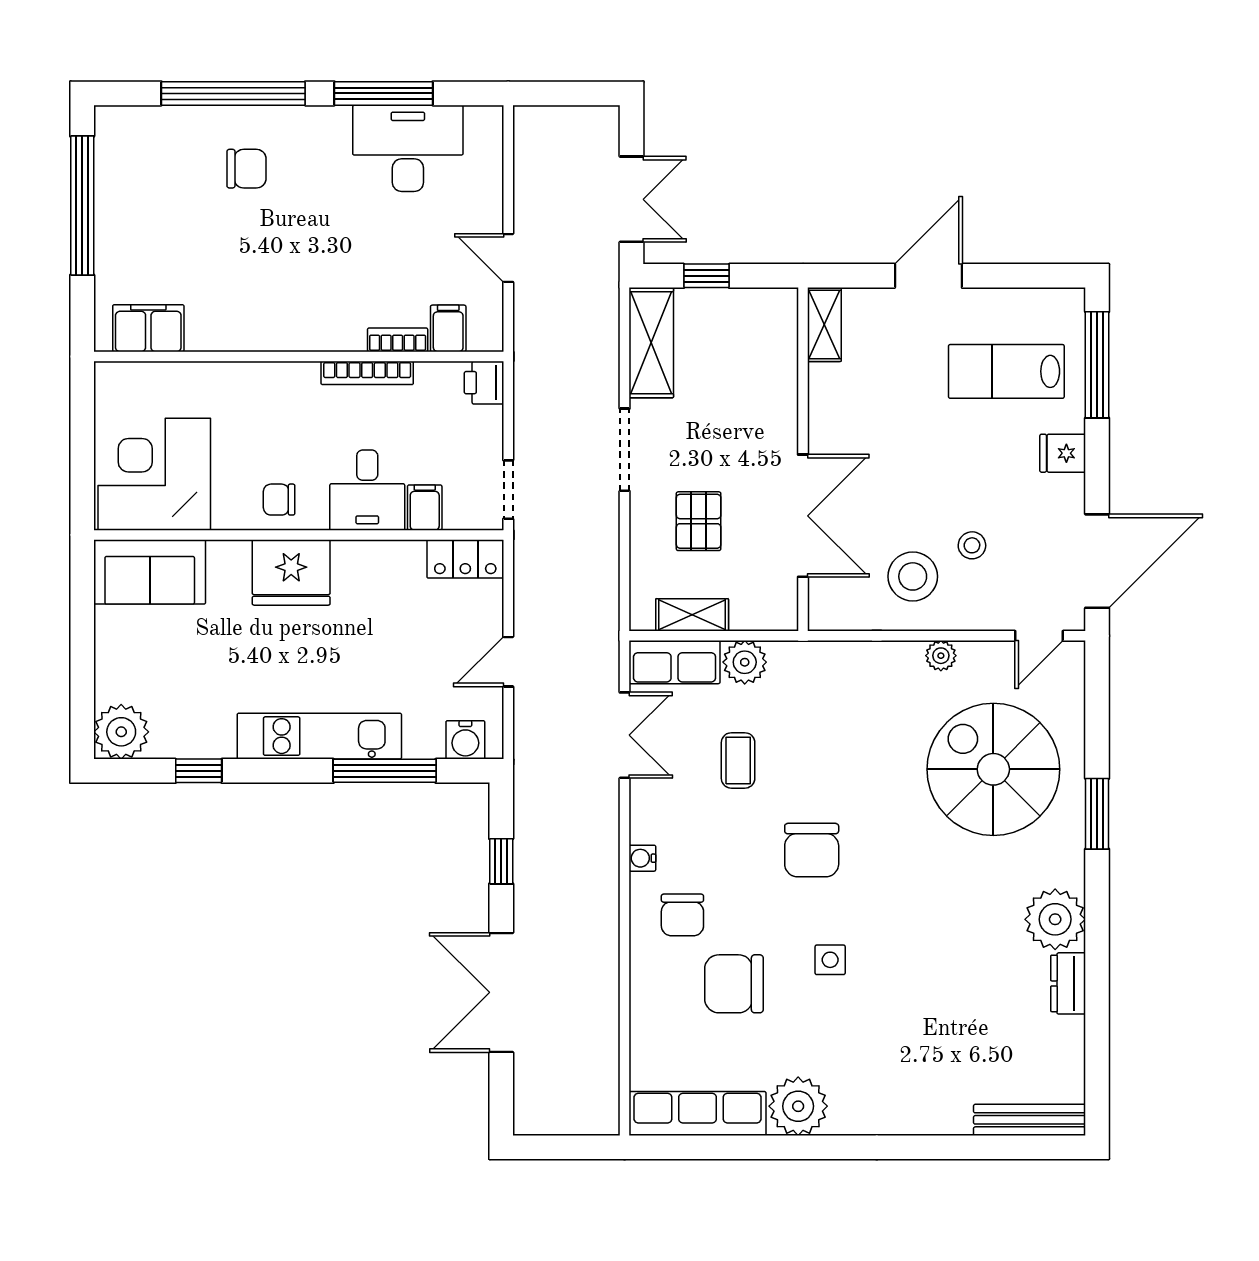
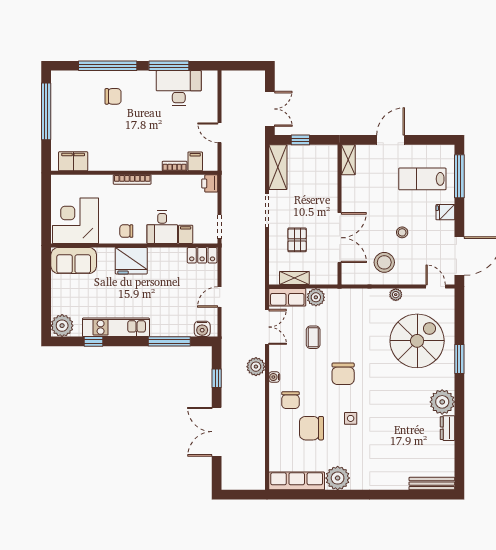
bookcase: (367, 373) -> (132, 180), moved
stool: (972, 545) -> (402, 232), moved
door: (1039, 636) -> (436, 287), swing flipped
kitchen unit: (319, 736) -> (116, 327), moved
spiral stairs: (993, 769) -> (417, 341), turned 90
plant: (597, 833) -> (256, 367), added

